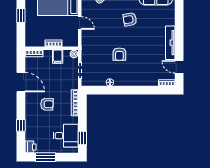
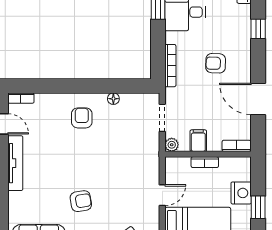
door: (80, 23) -> (162, 195), swing flipped
nightstand: (31, 24) -> (241, 193), added
armchair: (119, 54) -> (82, 118), moved

